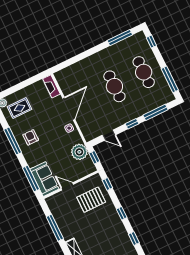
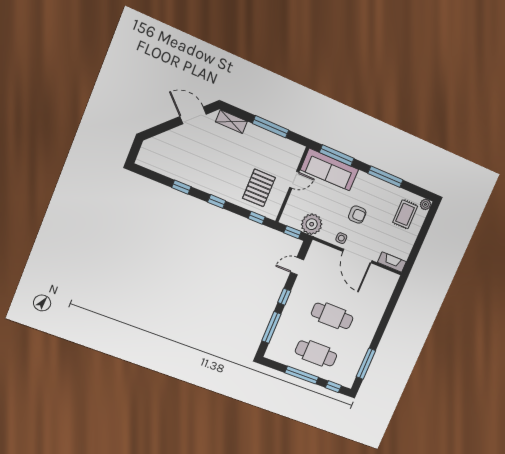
window: (170, 79) -> (302, 375), moved
armchair: (31, 137) -> (357, 215), moved
sofa: (44, 179) -> (329, 170), width x1.36

